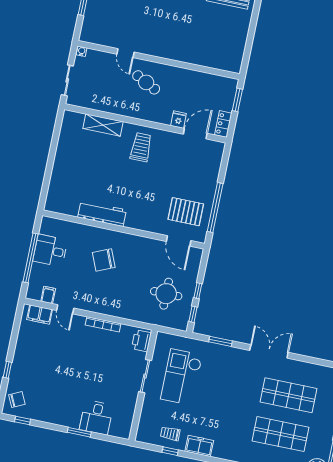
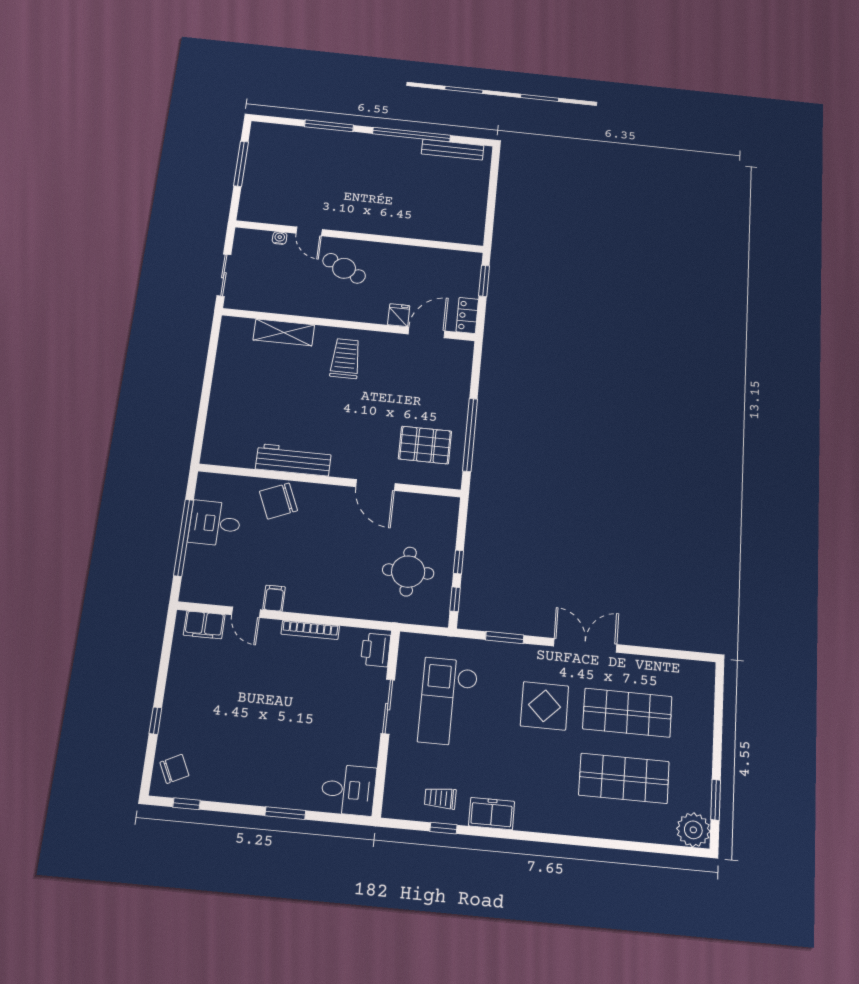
water cooler: (82, 51) -> (280, 238), moved
door: (179, 241) -> (375, 485), moved
chair: (104, 260) -> (278, 501), moved
filing cabinet: (48, 295) -> (274, 598), moved
display table: (239, 386) -> (544, 706), added
desk: (96, 417) -> (348, 790), moved, turned -90

